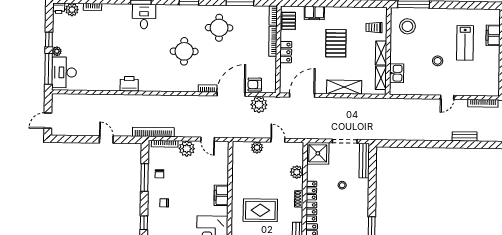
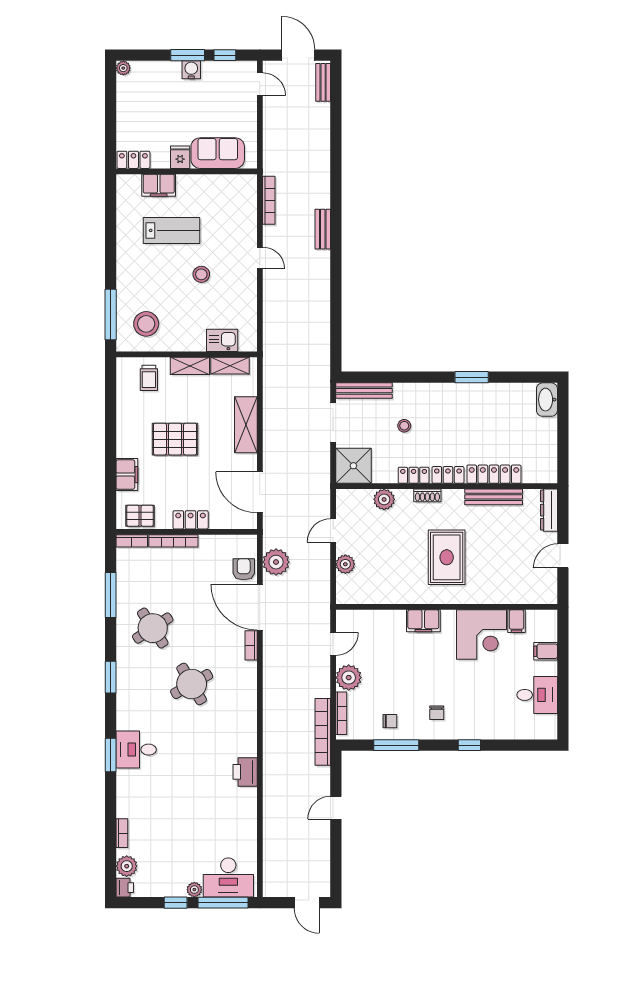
round table: (219, 28) -> (153, 628), turned -33
round table: (184, 51) -> (192, 684), turned -30
armchair: (255, 85) -> (244, 569), turned 180

